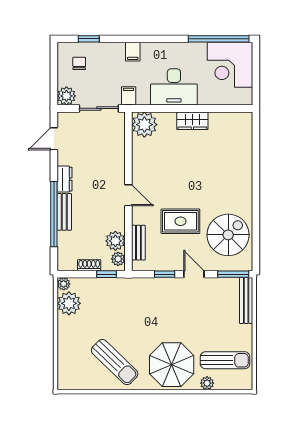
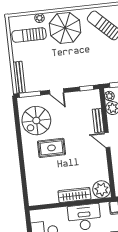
wardrobe: (192, 121) -> (74, 195), width x1.50
rug: (180, 221) -> (51, 148), moved
bench: (138, 243) -> (98, 121), moved
window: (165, 274) -> (87, 88), moved

